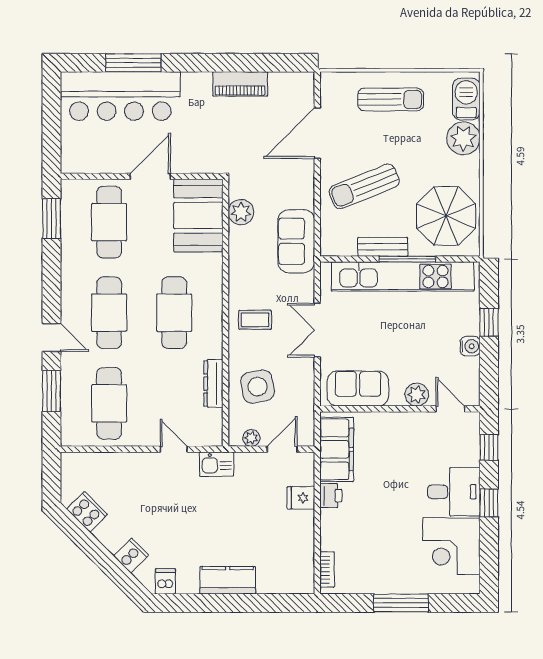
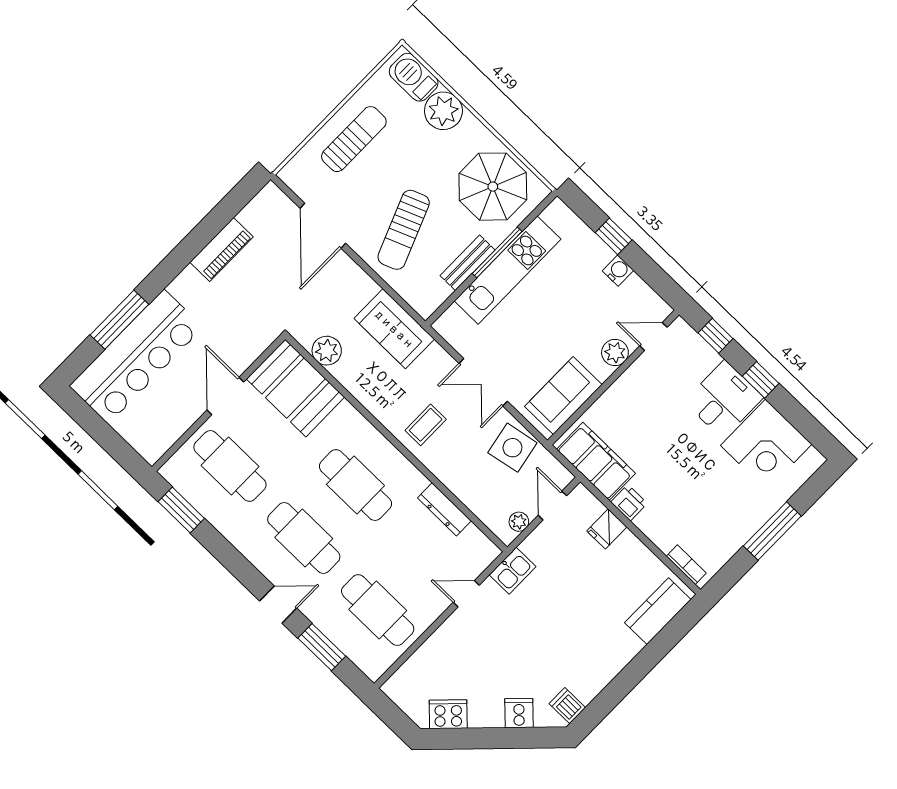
kitchen unit: (403, 276) -> (508, 270), width x0.73
side table: (257, 387) -> (512, 448), moved
kitchen counter: (228, 580) -> (658, 611), moved

